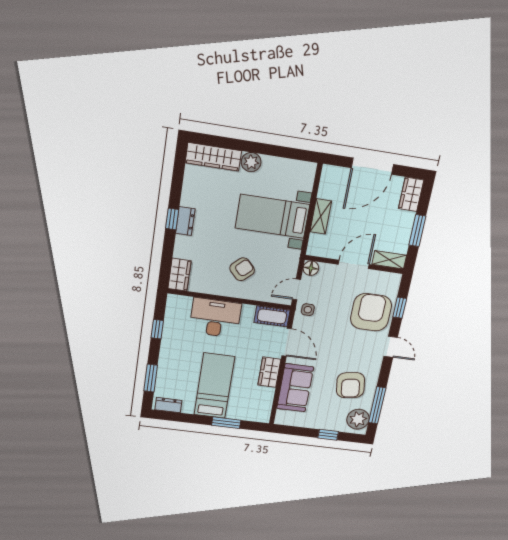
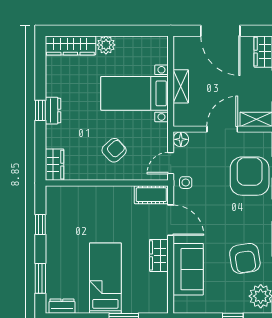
door: (372, 166) -> (220, 31), hinge flipped
desk: (215, 318) -> (96, 204), removed

